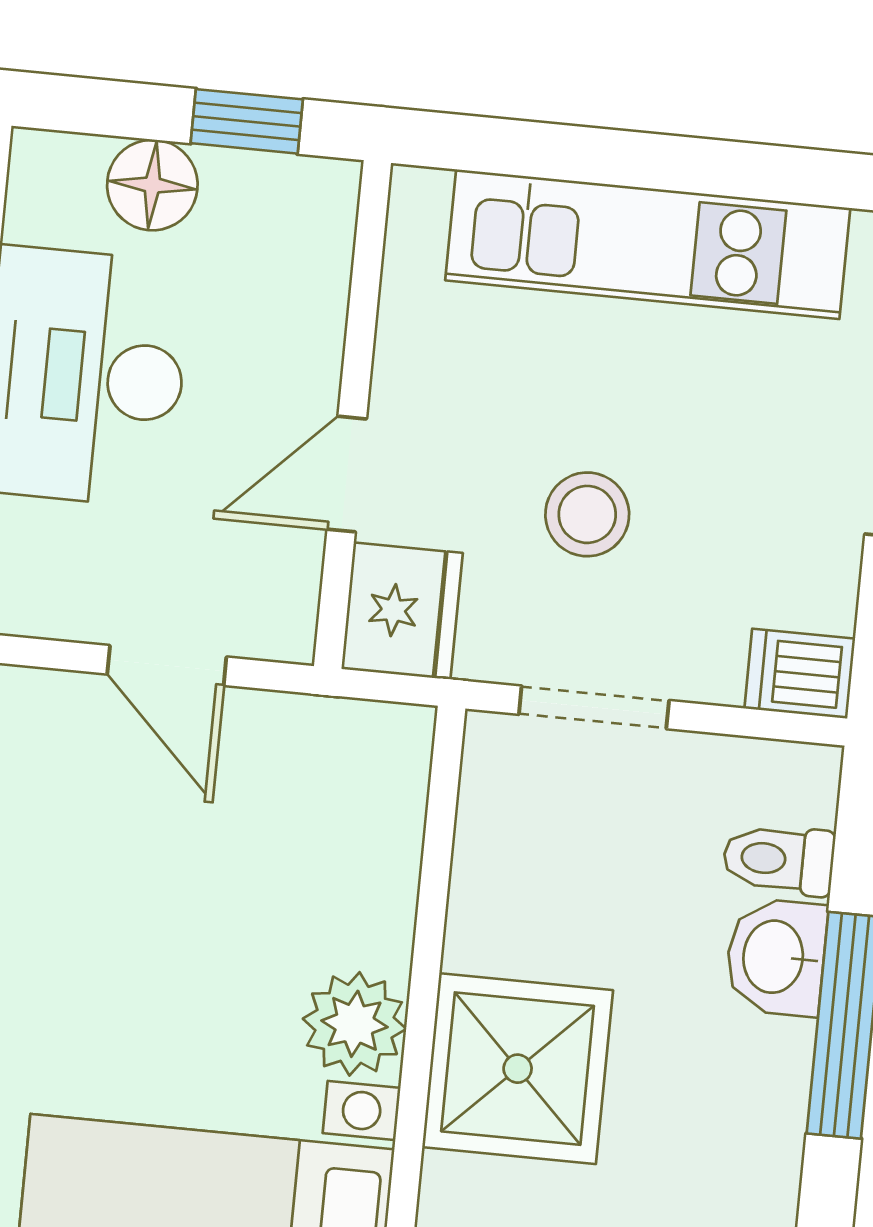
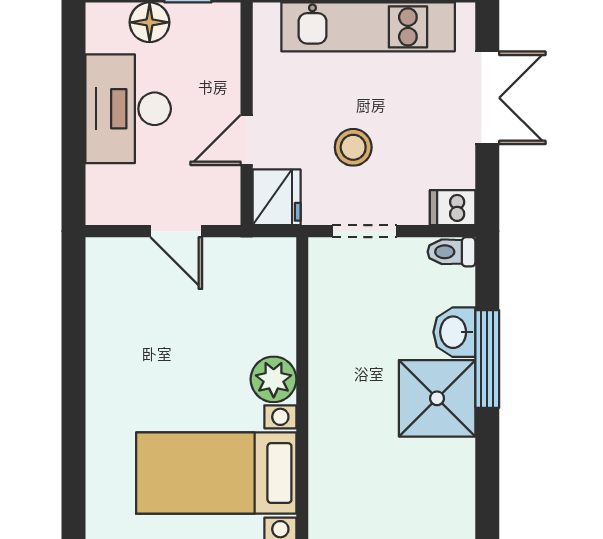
toilet: (779, 860) -> (451, 252), moved
shower: (518, 1069) -> (437, 398), moved

